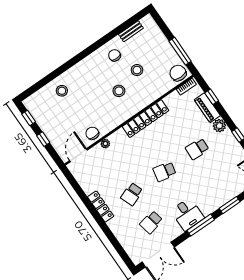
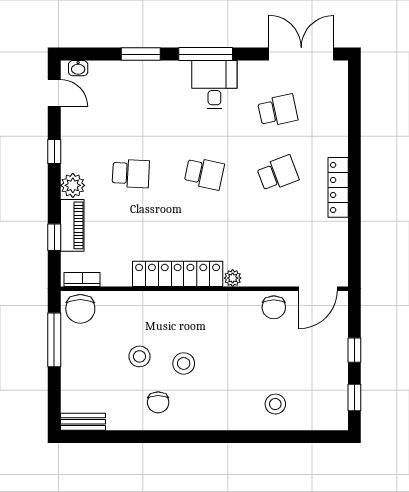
bench: (131, 31) -> (83, 422), moved
stool: (119, 91) -> (184, 363), moved
plant: (105, 144) -> (233, 278), moved

